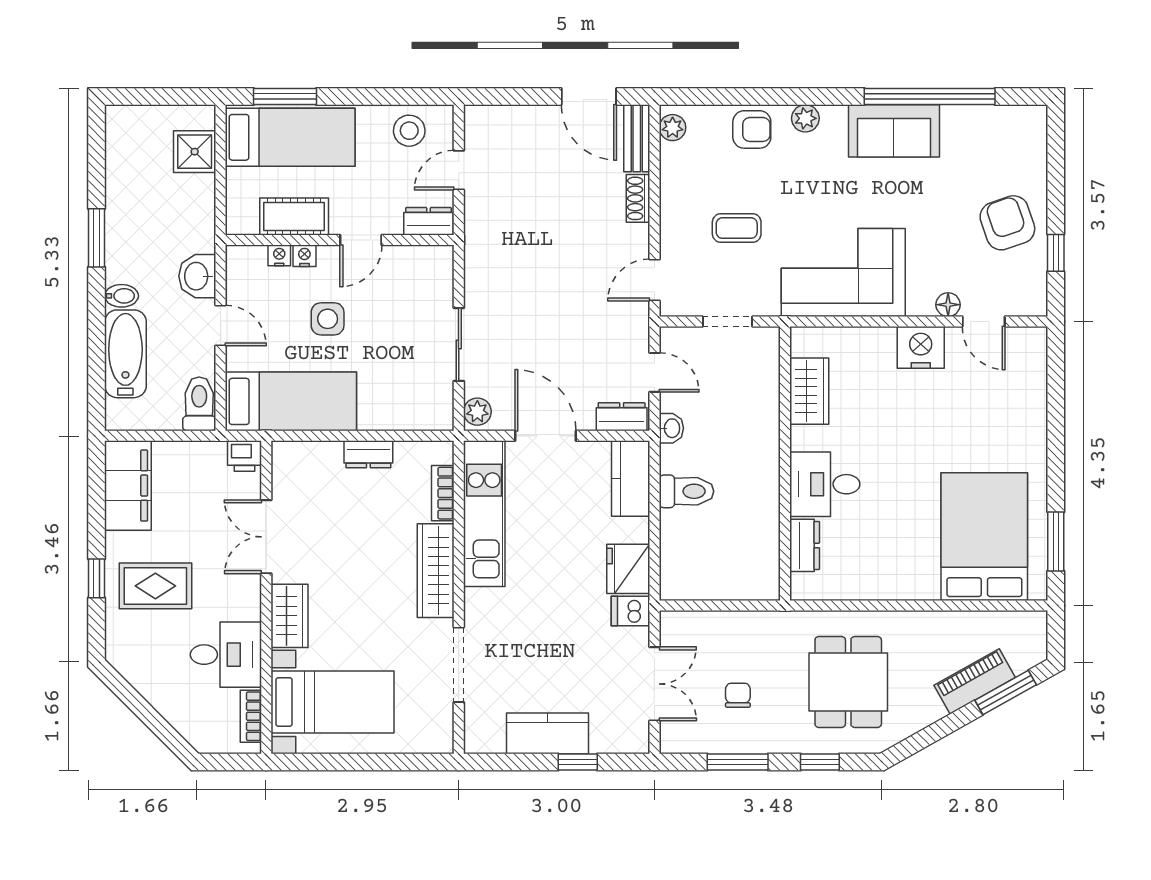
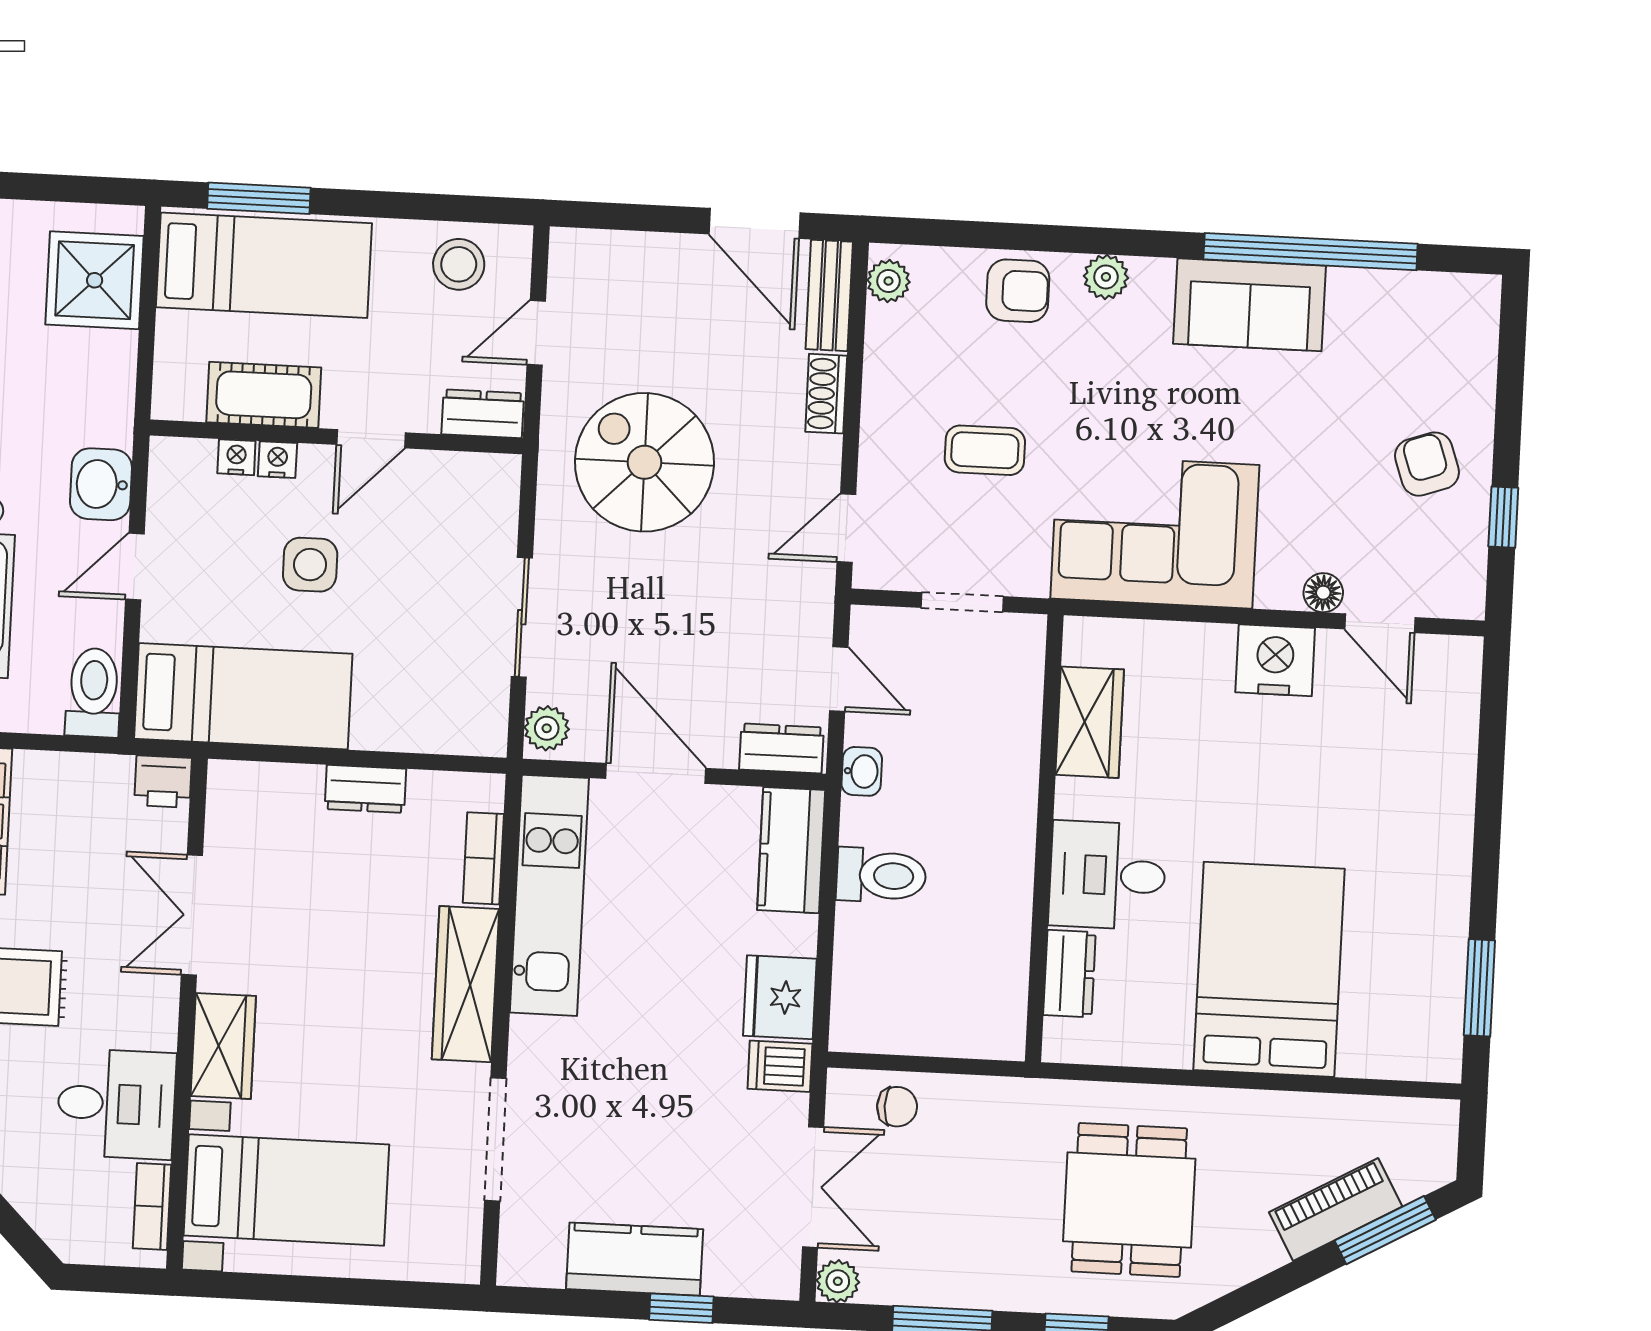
shower: (195, 152) -> (95, 280), width x1.36, depth x1.36
armchair: (1007, 223) -> (1427, 464), width x0.72, depth x0.72
spiral stairs: (529, 246) -> (644, 462), added
door: (221, 326) -> (135, 567), swing flipped
bed: (984, 537) -> (1269, 969), moved
chair: (738, 695) -> (897, 1107), moved, turned 90
plant: (673, 741) -> (838, 1281), added

